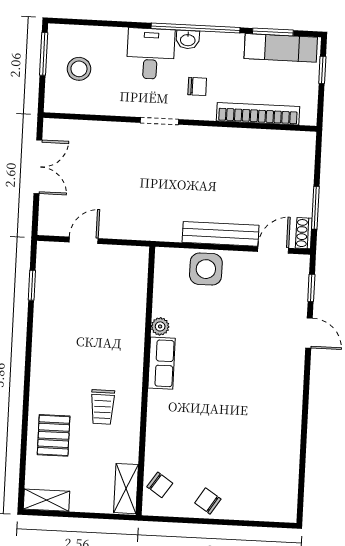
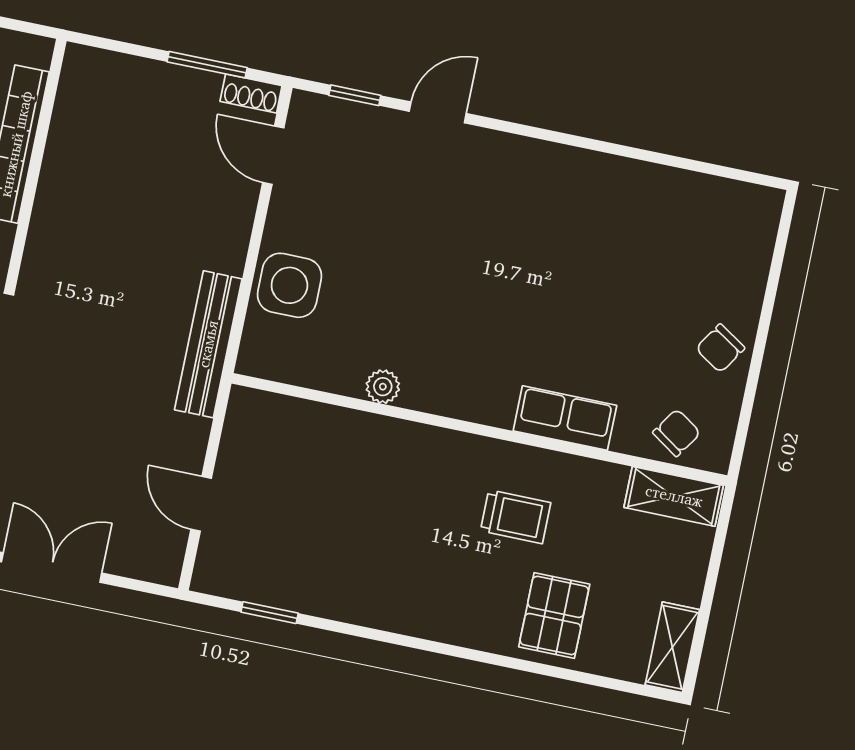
bench: (221, 234) -> (208, 344), moved
row of seats: (162, 363) -> (565, 418), moved
pallet: (54, 435) -> (554, 615), turned 90

